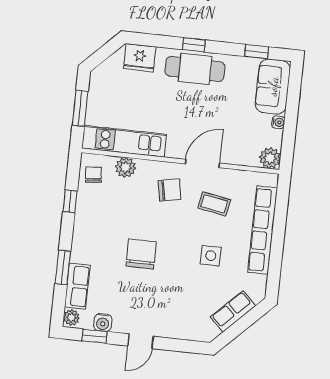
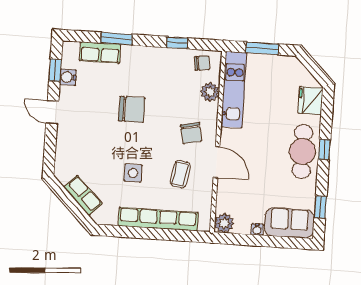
plant: (71, 317) -> (71, 48), removed

